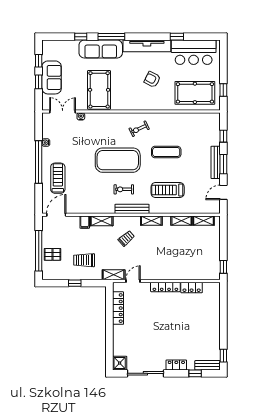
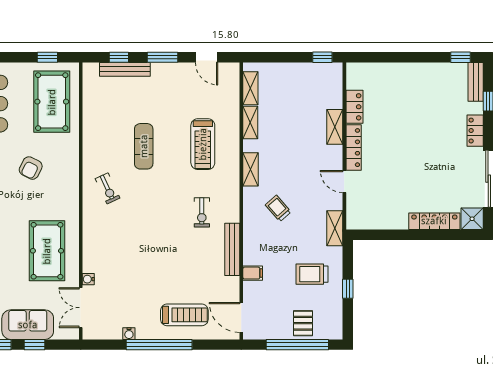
pool table: (99, 90) -> (47, 251), turned 90
exercise mat: (118, 160) -> (156, 222), removed
bench: (216, 162) -> (125, 69), moved
treadmill: (58, 178) -> (184, 315), turned 180
bench: (132, 209) -> (232, 249), moved
shelving: (102, 221) -> (335, 127), moved
trolley: (84, 260) -> (312, 274), turned 90
door: (133, 281) -> (344, 182), moved
locker: (118, 308) -> (434, 221), moved

